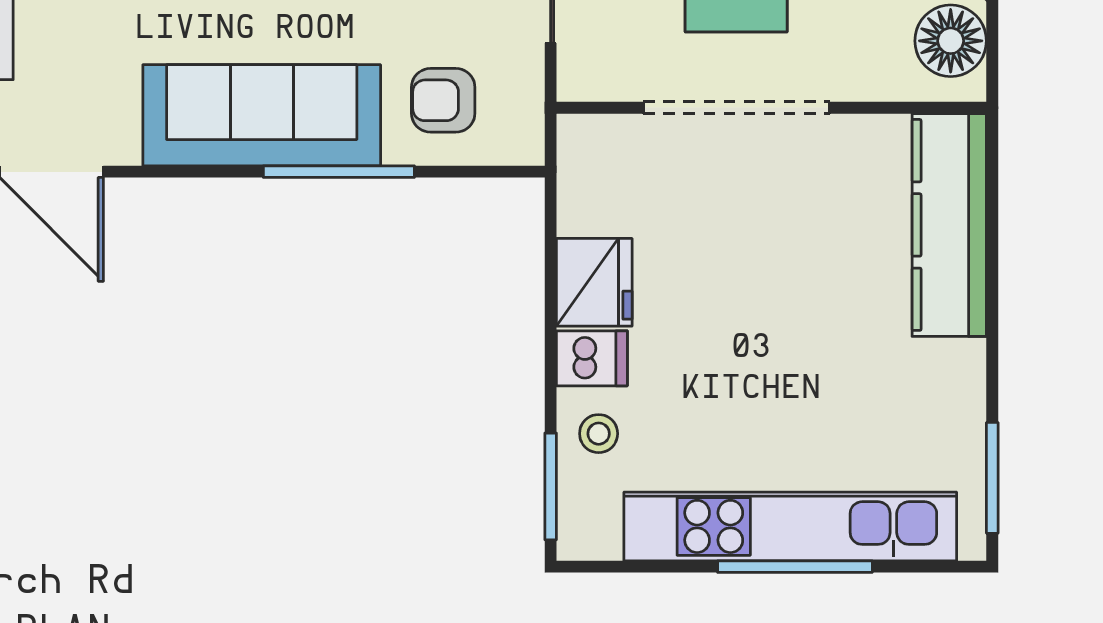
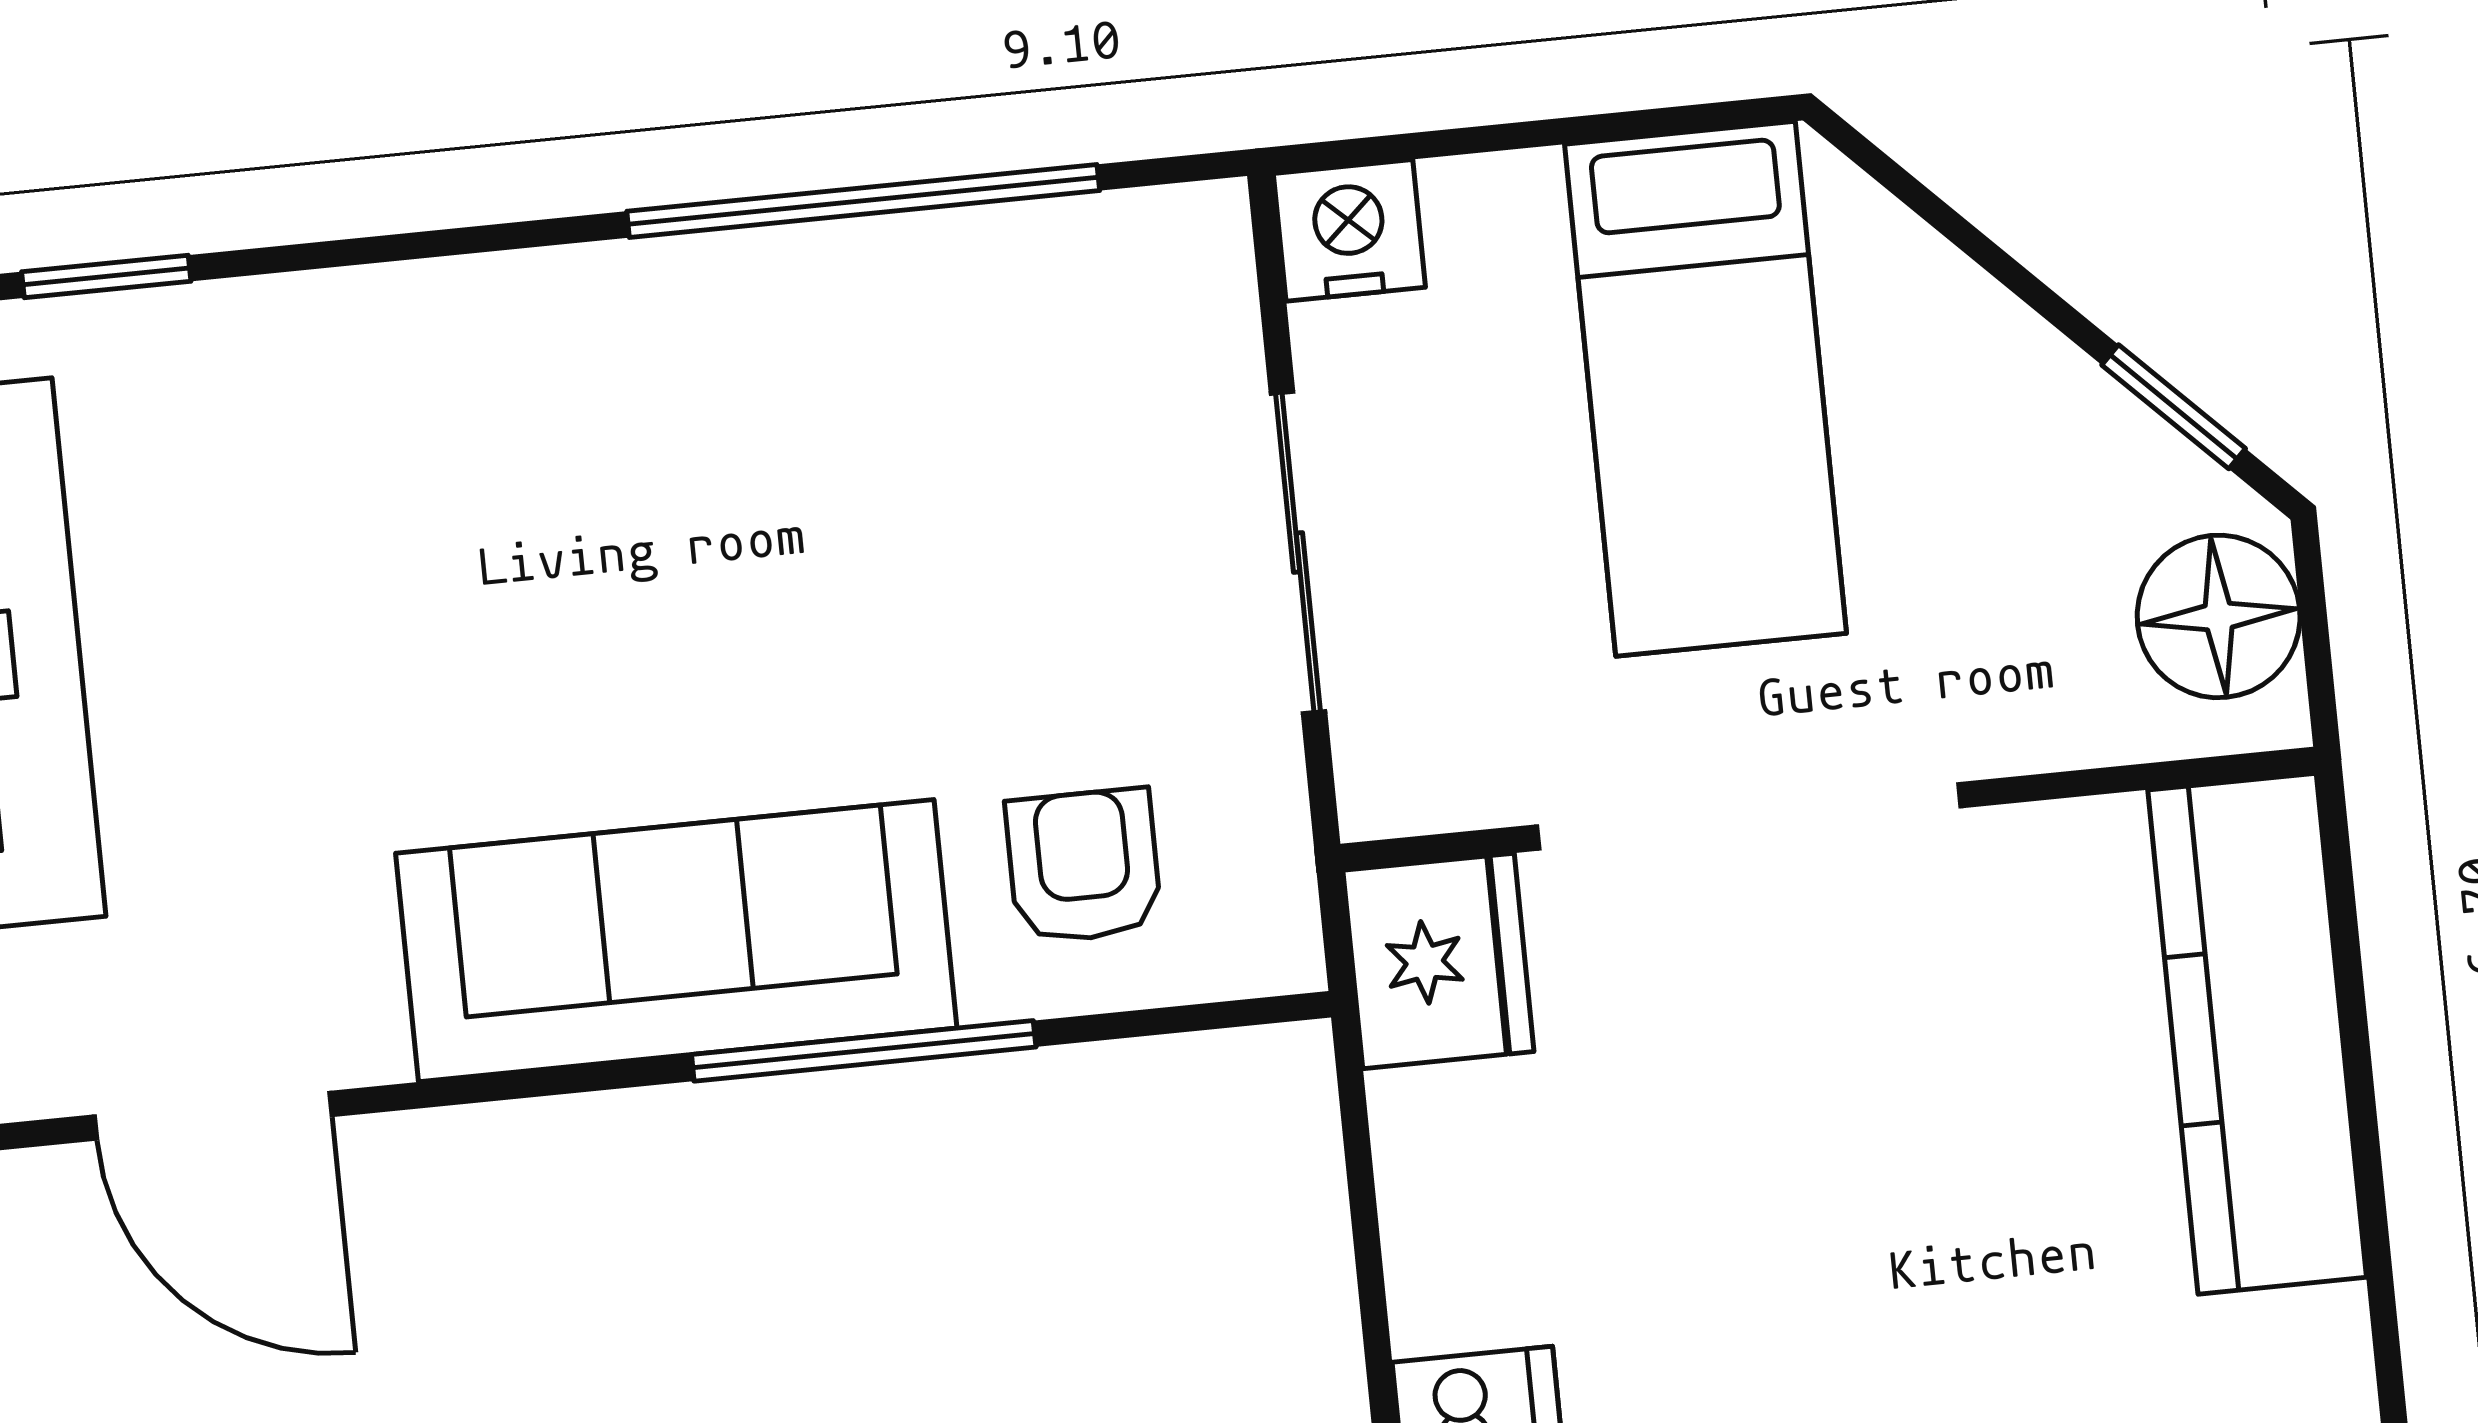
armchair: (443, 100) -> (1084, 866), turned 90
fridge: (594, 282) -> (1438, 961), moved

